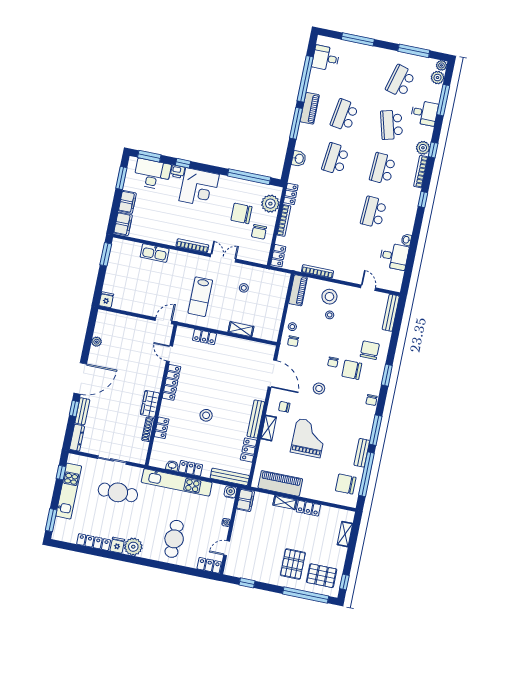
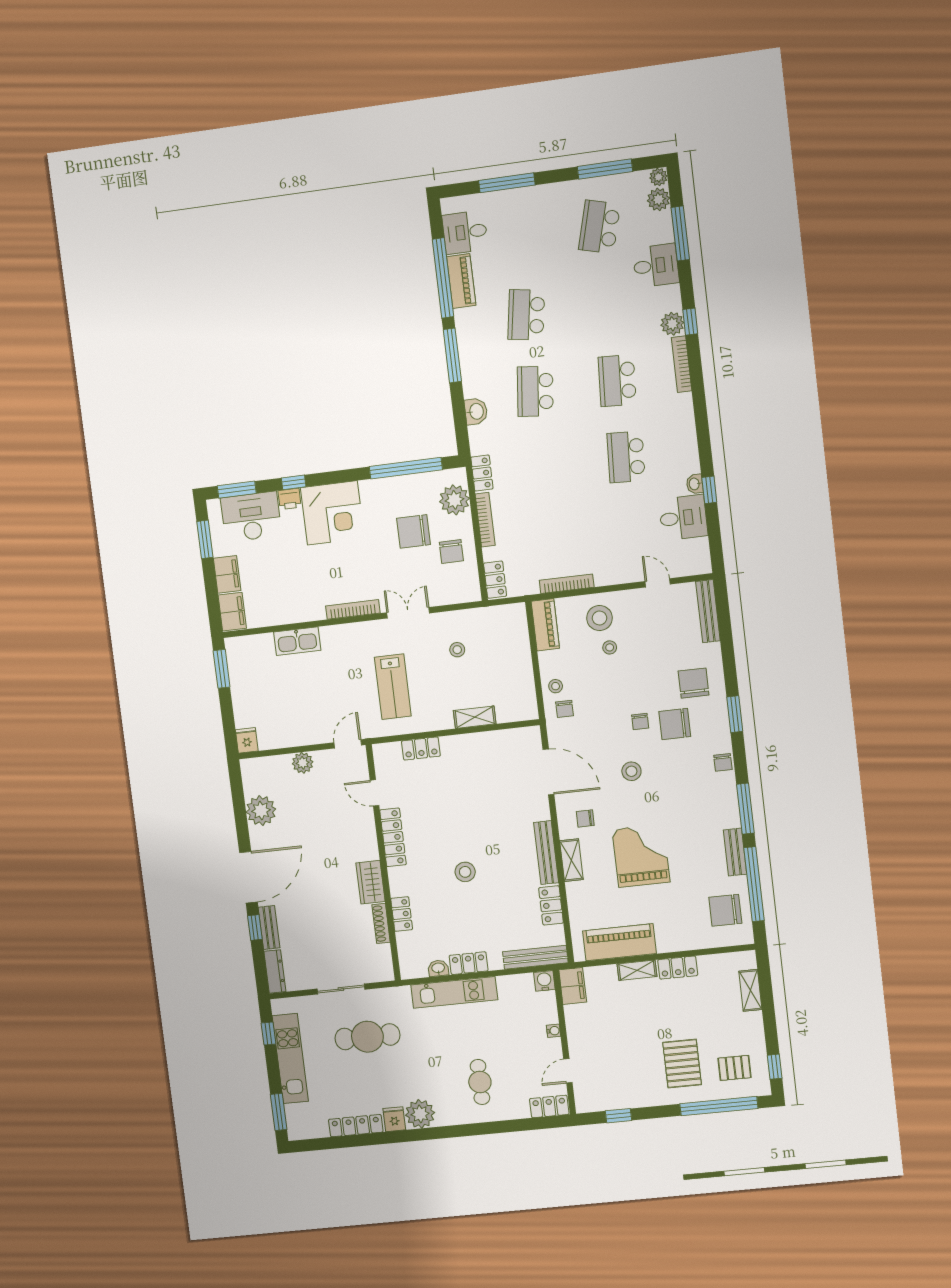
piano: (310, 108) -> (461, 281), moved
school desk: (392, 125) -> (608, 304), removed
window: (423, 200) -> (709, 490), moved
plant: (134, 323) -> (303, 763), added
plant: (97, 342) -> (261, 811), width x1.87, depth x1.87
kitchen unit: (177, 482) -> (454, 992), width x0.73
cafe table: (174, 539) -> (480, 1082), width x0.73, depth x0.74
pallet: (322, 576) -> (734, 1068), width x0.67, depth x0.71

